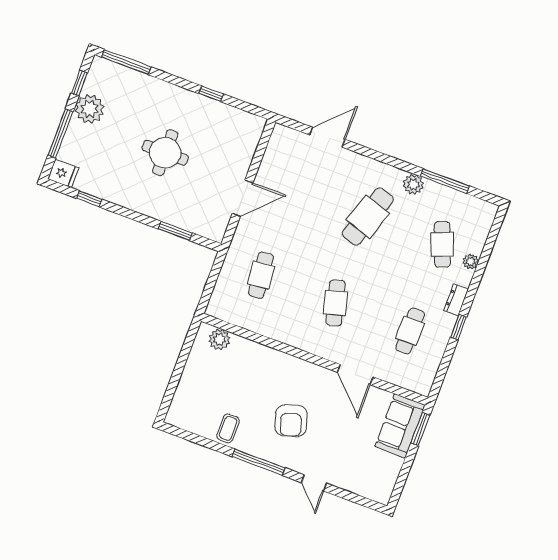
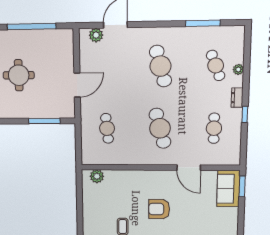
window: (211, 94) -> (32, 27), width x3.17
plant: (413, 184) -> (96, 35), moved
cafe table: (368, 217) -> (160, 66), turned -33
window: (175, 231) -> (44, 121), width x1.44
cafe table: (335, 303) -> (160, 128), width x1.37, depth x1.35
armchair: (291, 421) -> (159, 209), turned 108

